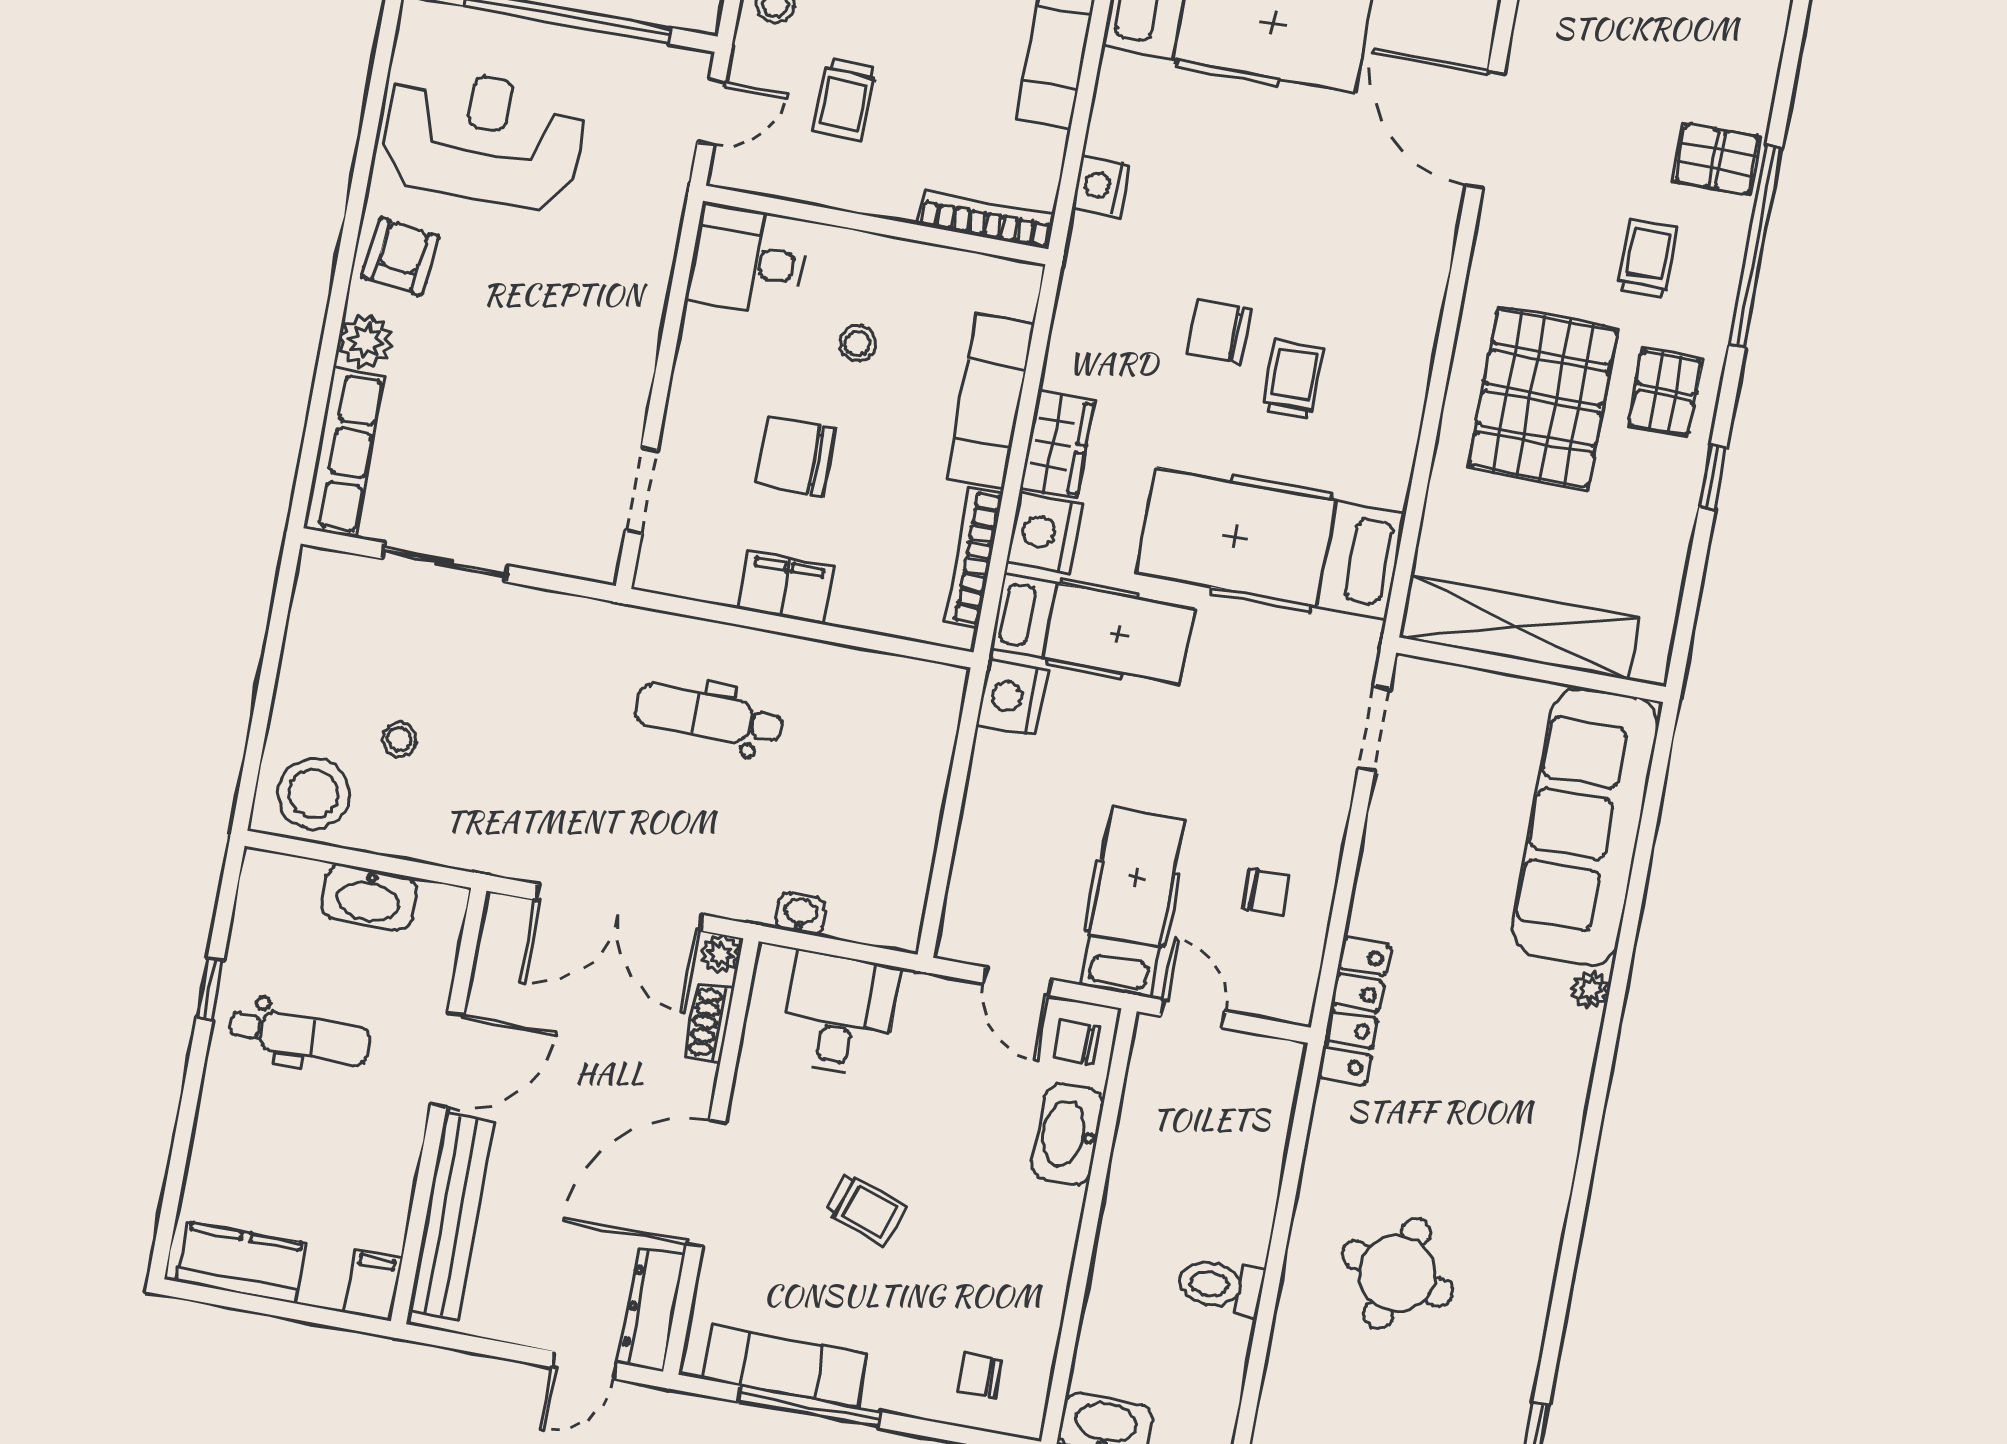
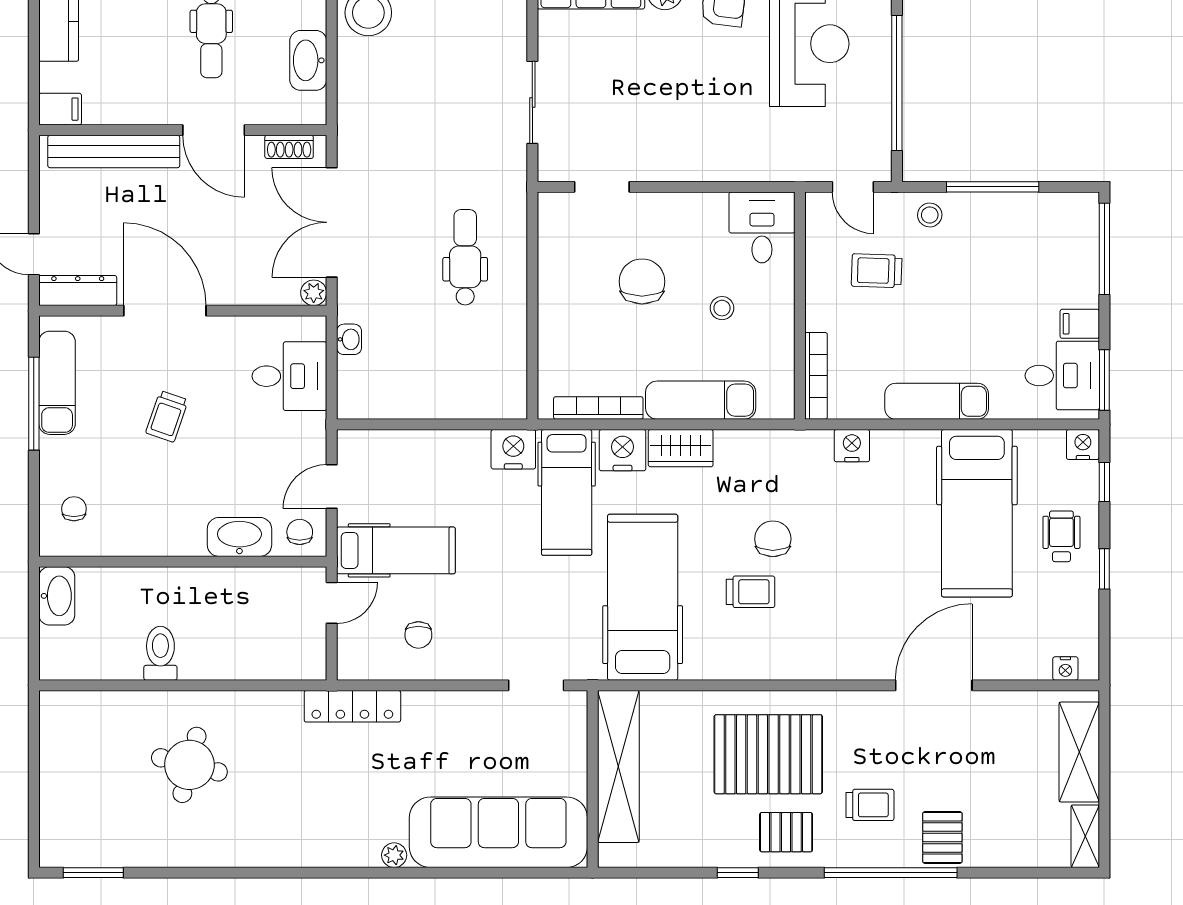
sliding door: (445, 562) -> (532, 102), moved
filing cabinet: (786, 588) -> (557, 291), removed
stool: (399, 739) -> (413, 61), removed
shoe rack: (710, 1023) -> (289, 147), moved, turned 180

